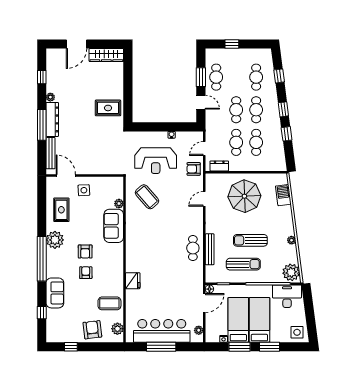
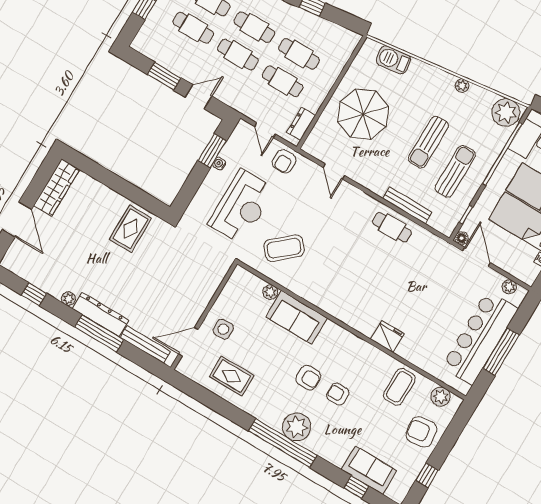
cafe table: (216, 77) -> (193, 28), moved
window: (176, 127) -> (212, 151), added
plant: (55, 240) -> (297, 427), moved
sofa: (55, 293) -> (369, 470), moved

